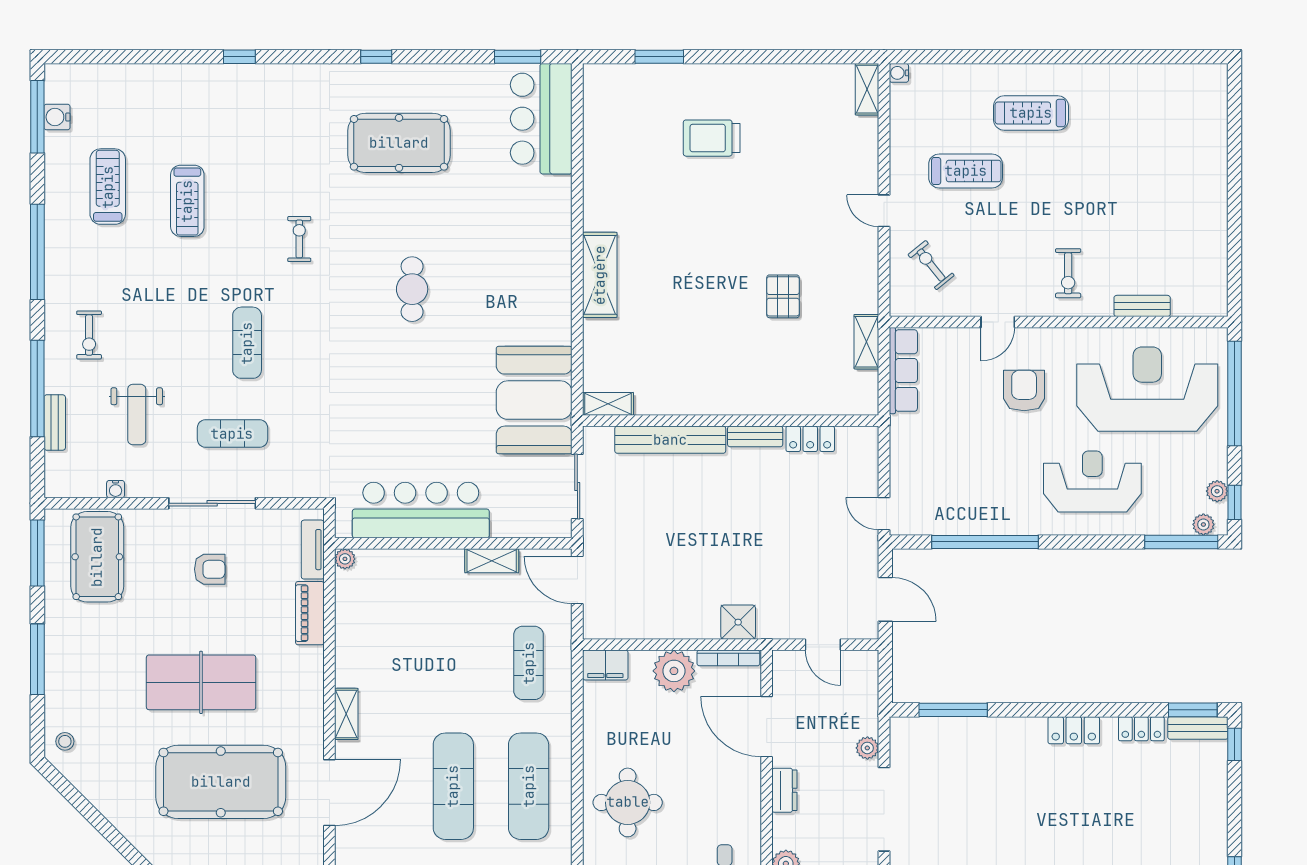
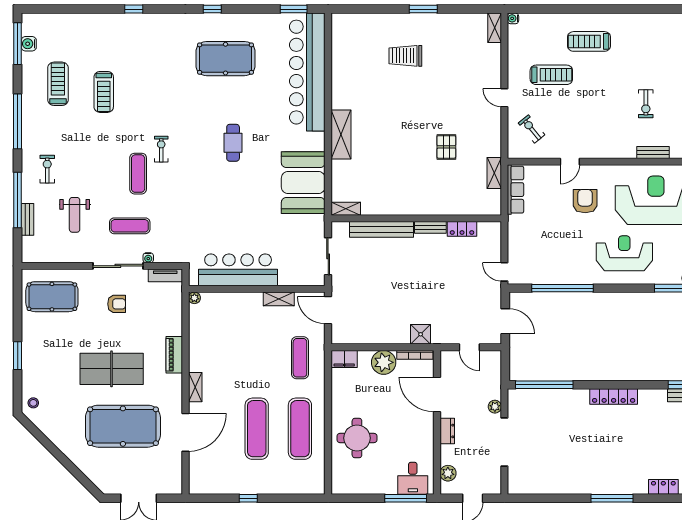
window: (659, 57) -> (423, 9), moved
bar counter: (541, 119) -> (307, 72), width x1.86
exercise bike: (299, 239) -> (161, 149), moved
exercise bike: (1068, 273) -> (646, 104), moved
exercise bike: (89, 335) -> (47, 169), turned 180
booth: (534, 400) -> (303, 183), moved
water cooler: (116, 489) -> (148, 258), moved
tv unit: (313, 550) -> (165, 275), moved, turned -90
window: (37, 553) -> (18, 294), removed
pool table: (97, 557) -> (52, 297), turned 90
piano: (310, 613) -> (174, 355), moved
window: (37, 659) -> (18, 356), width x0.69
window: (953, 710) -> (544, 385), width x1.46
locker: (1141, 729) -> (652, 396), removed
locker: (1074, 730) -> (614, 396), width x1.53

